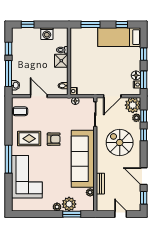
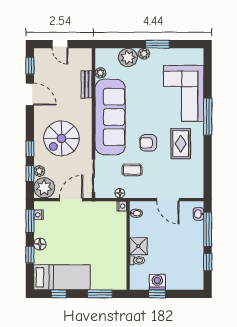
window: (28, 24) -> (157, 294), moved
floor lamp: (136, 75) -> (40, 244), moved
coffee table: (20, 111) -> (132, 170), moved
rug: (29, 139) -> (181, 144), turned 90
spiral stairs: (120, 143) -> (61, 138), turned 90
window: (72, 214) -> (157, 44), moved

